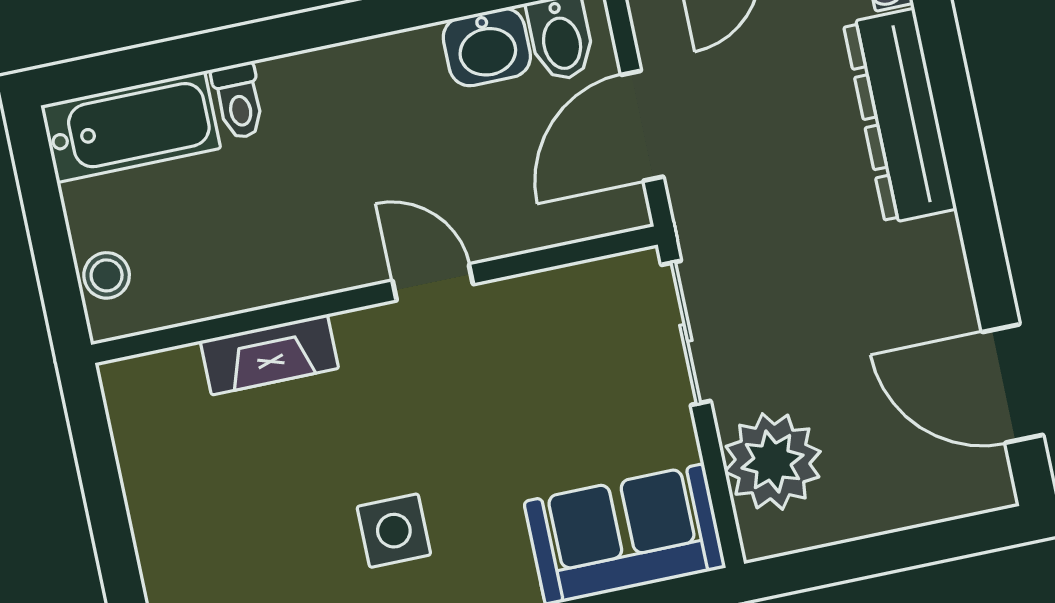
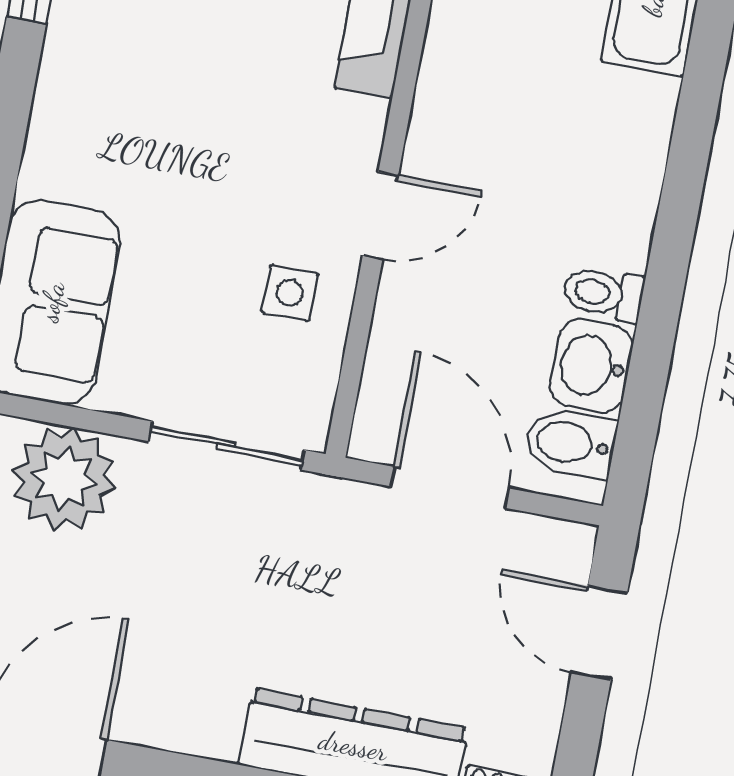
toilet: (239, 101) -> (603, 294), moved
side table: (394, 531) -> (290, 293), moved, width x0.73, depth x0.73

